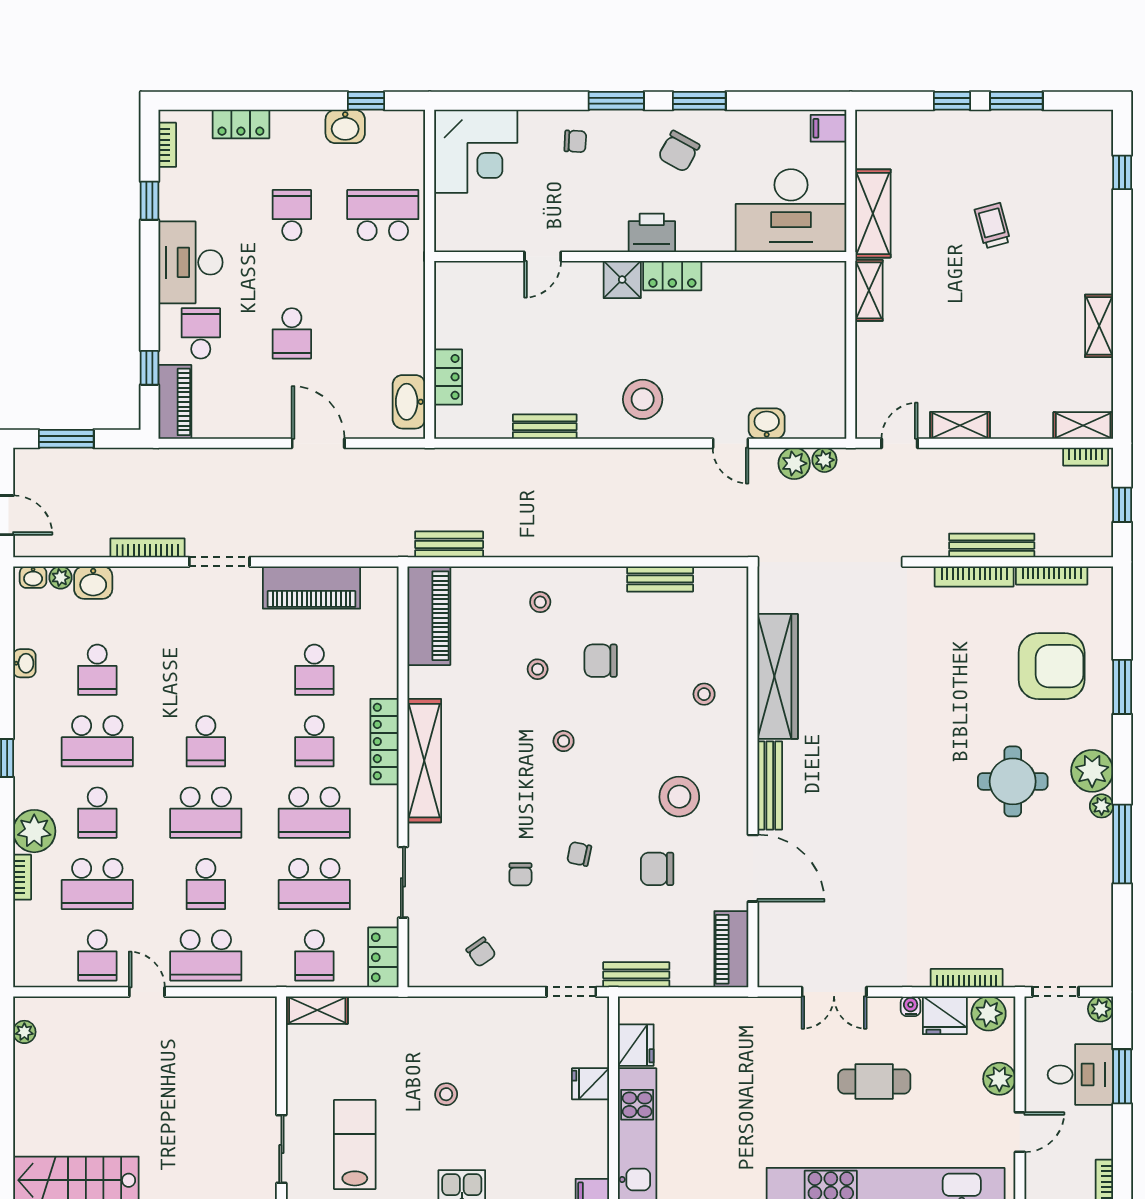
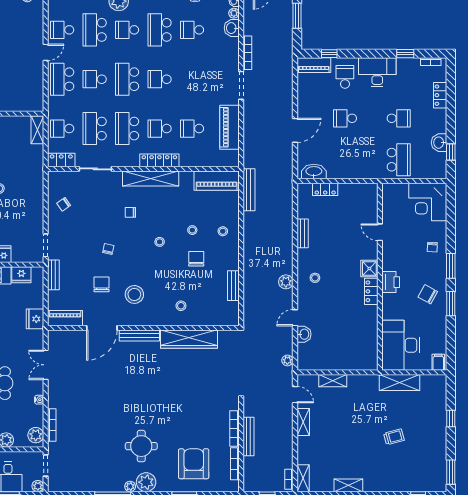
window: (1016, 101) -> (451, 472), moved
shelving: (869, 290) -> (333, 381), moved
school desk: (201, 333) -> (345, 77), turned -90
stool: (643, 399) -> (315, 278), width x0.53, depth x0.53
plant: (794, 463) -> (286, 282), moved
bench: (449, 544) -> (249, 190), width x1.36
armchair: (1052, 666) -> (194, 464), turned 180
chair: (520, 874) -> (130, 212), moved
fridge: (945, 1015) -> (35, 319), moved

